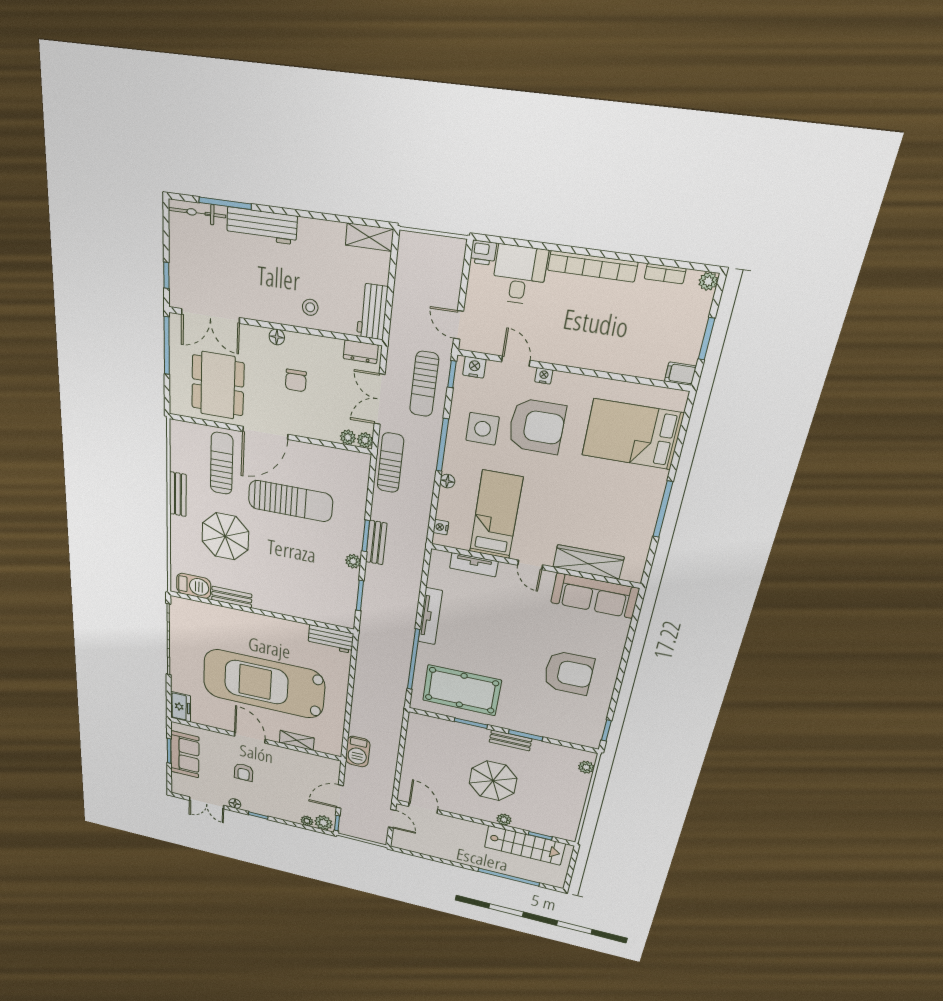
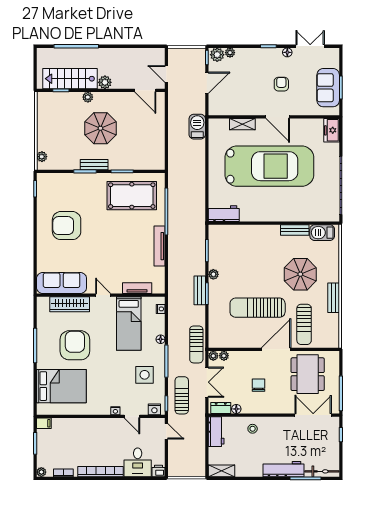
floor lamp: (277, 337) -> (236, 409), moved
armchair: (537, 426) -> (75, 345), moved, turned 90
plant: (477, 830) -> (105, 82), added

